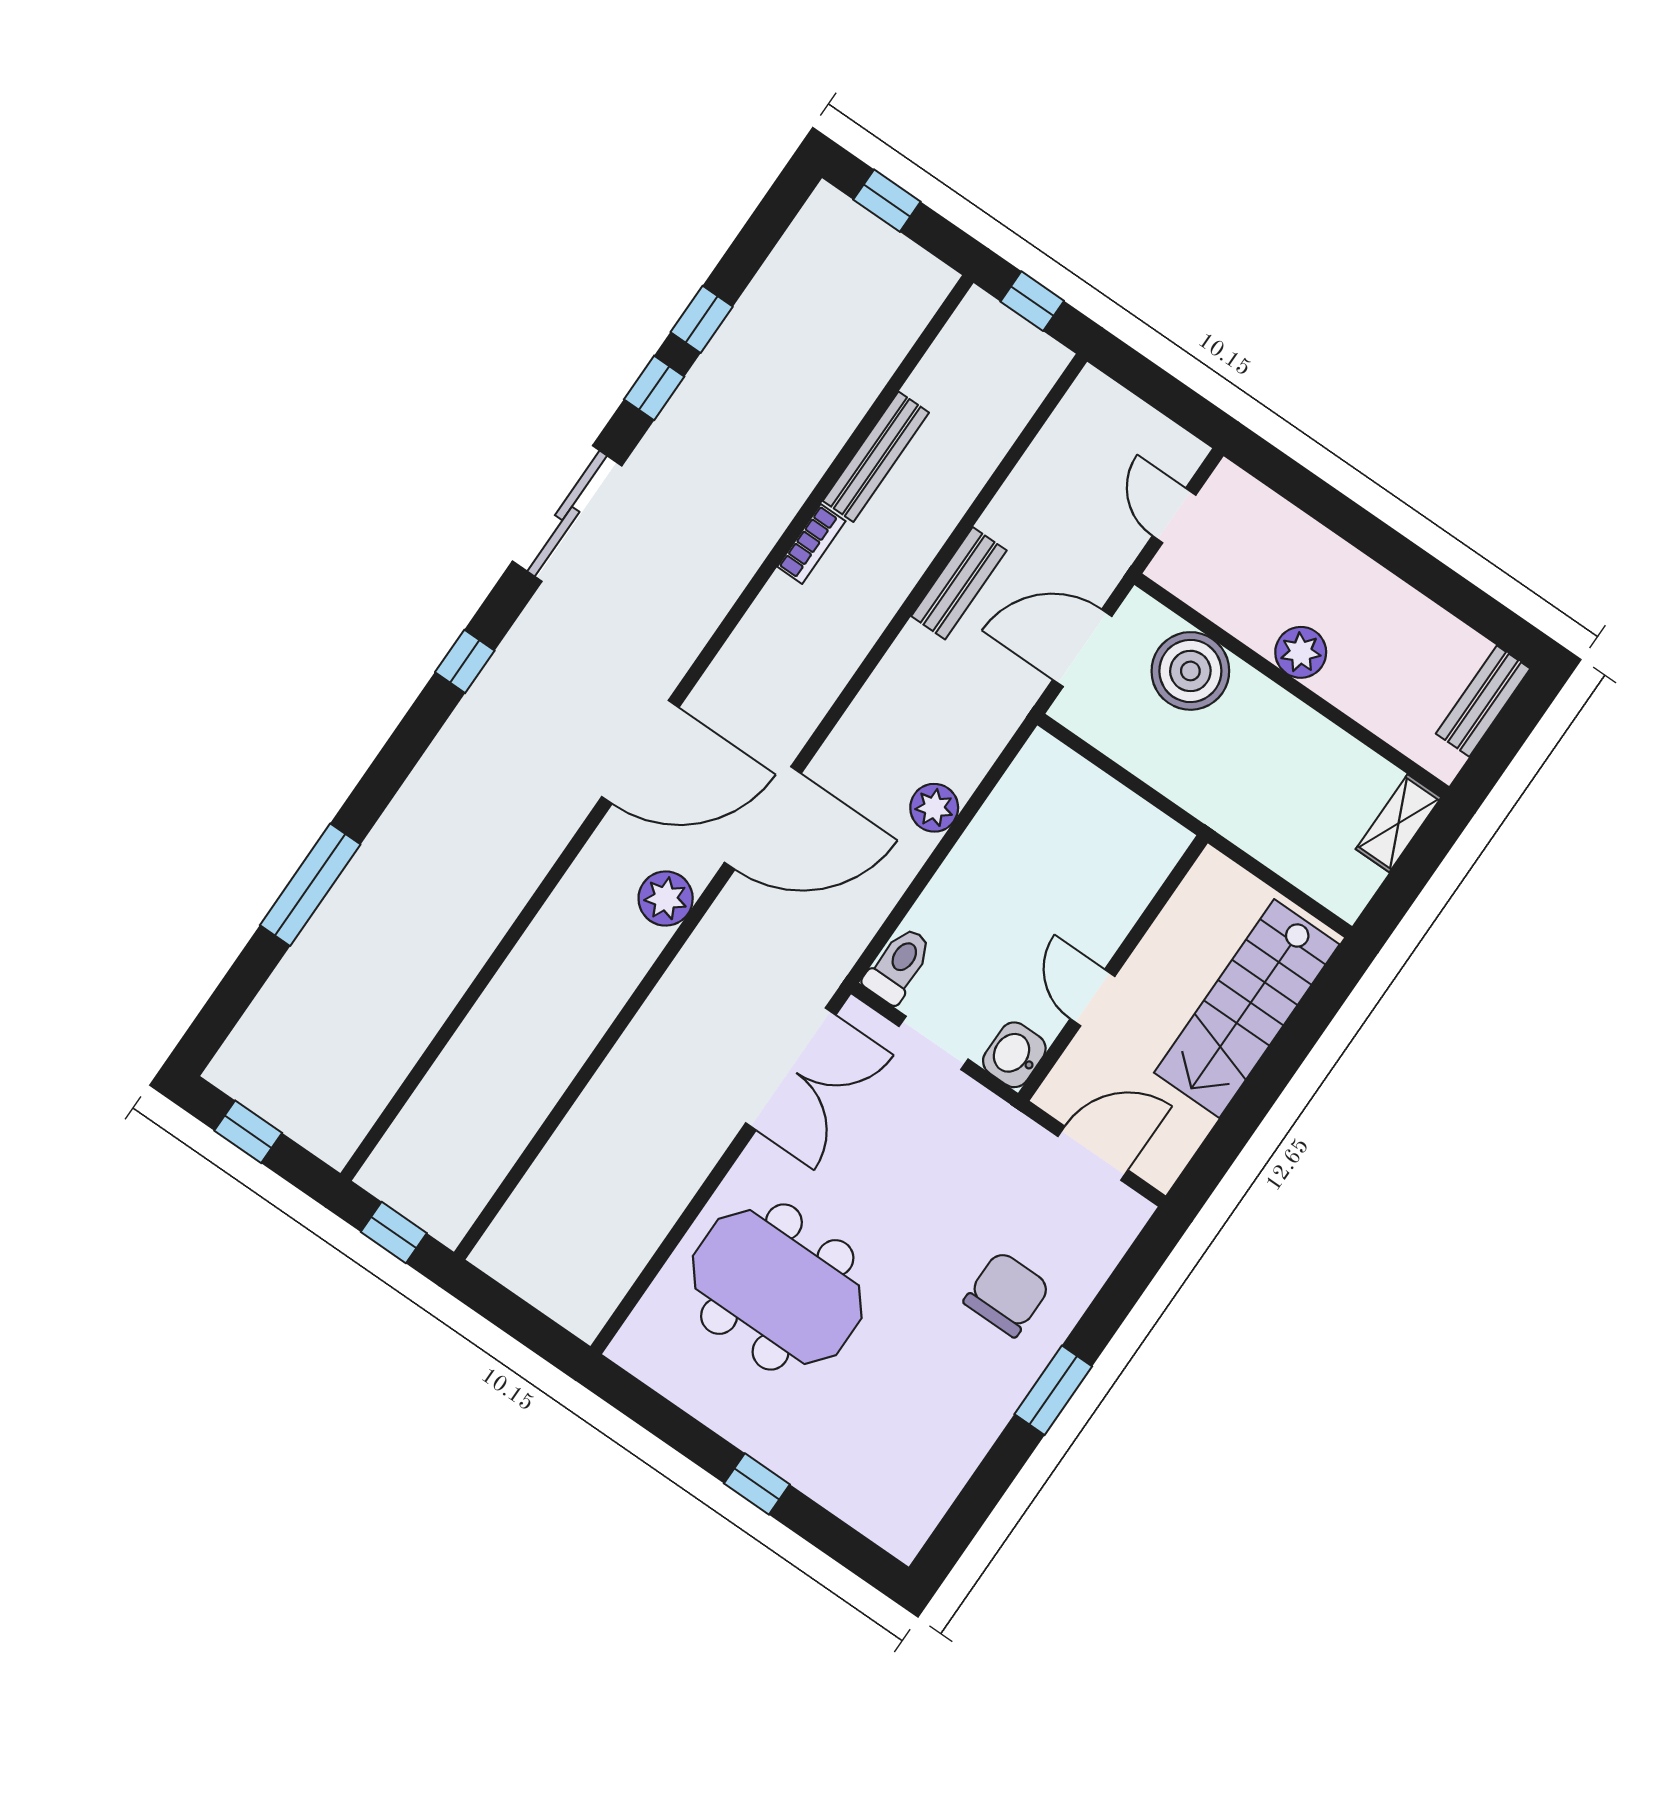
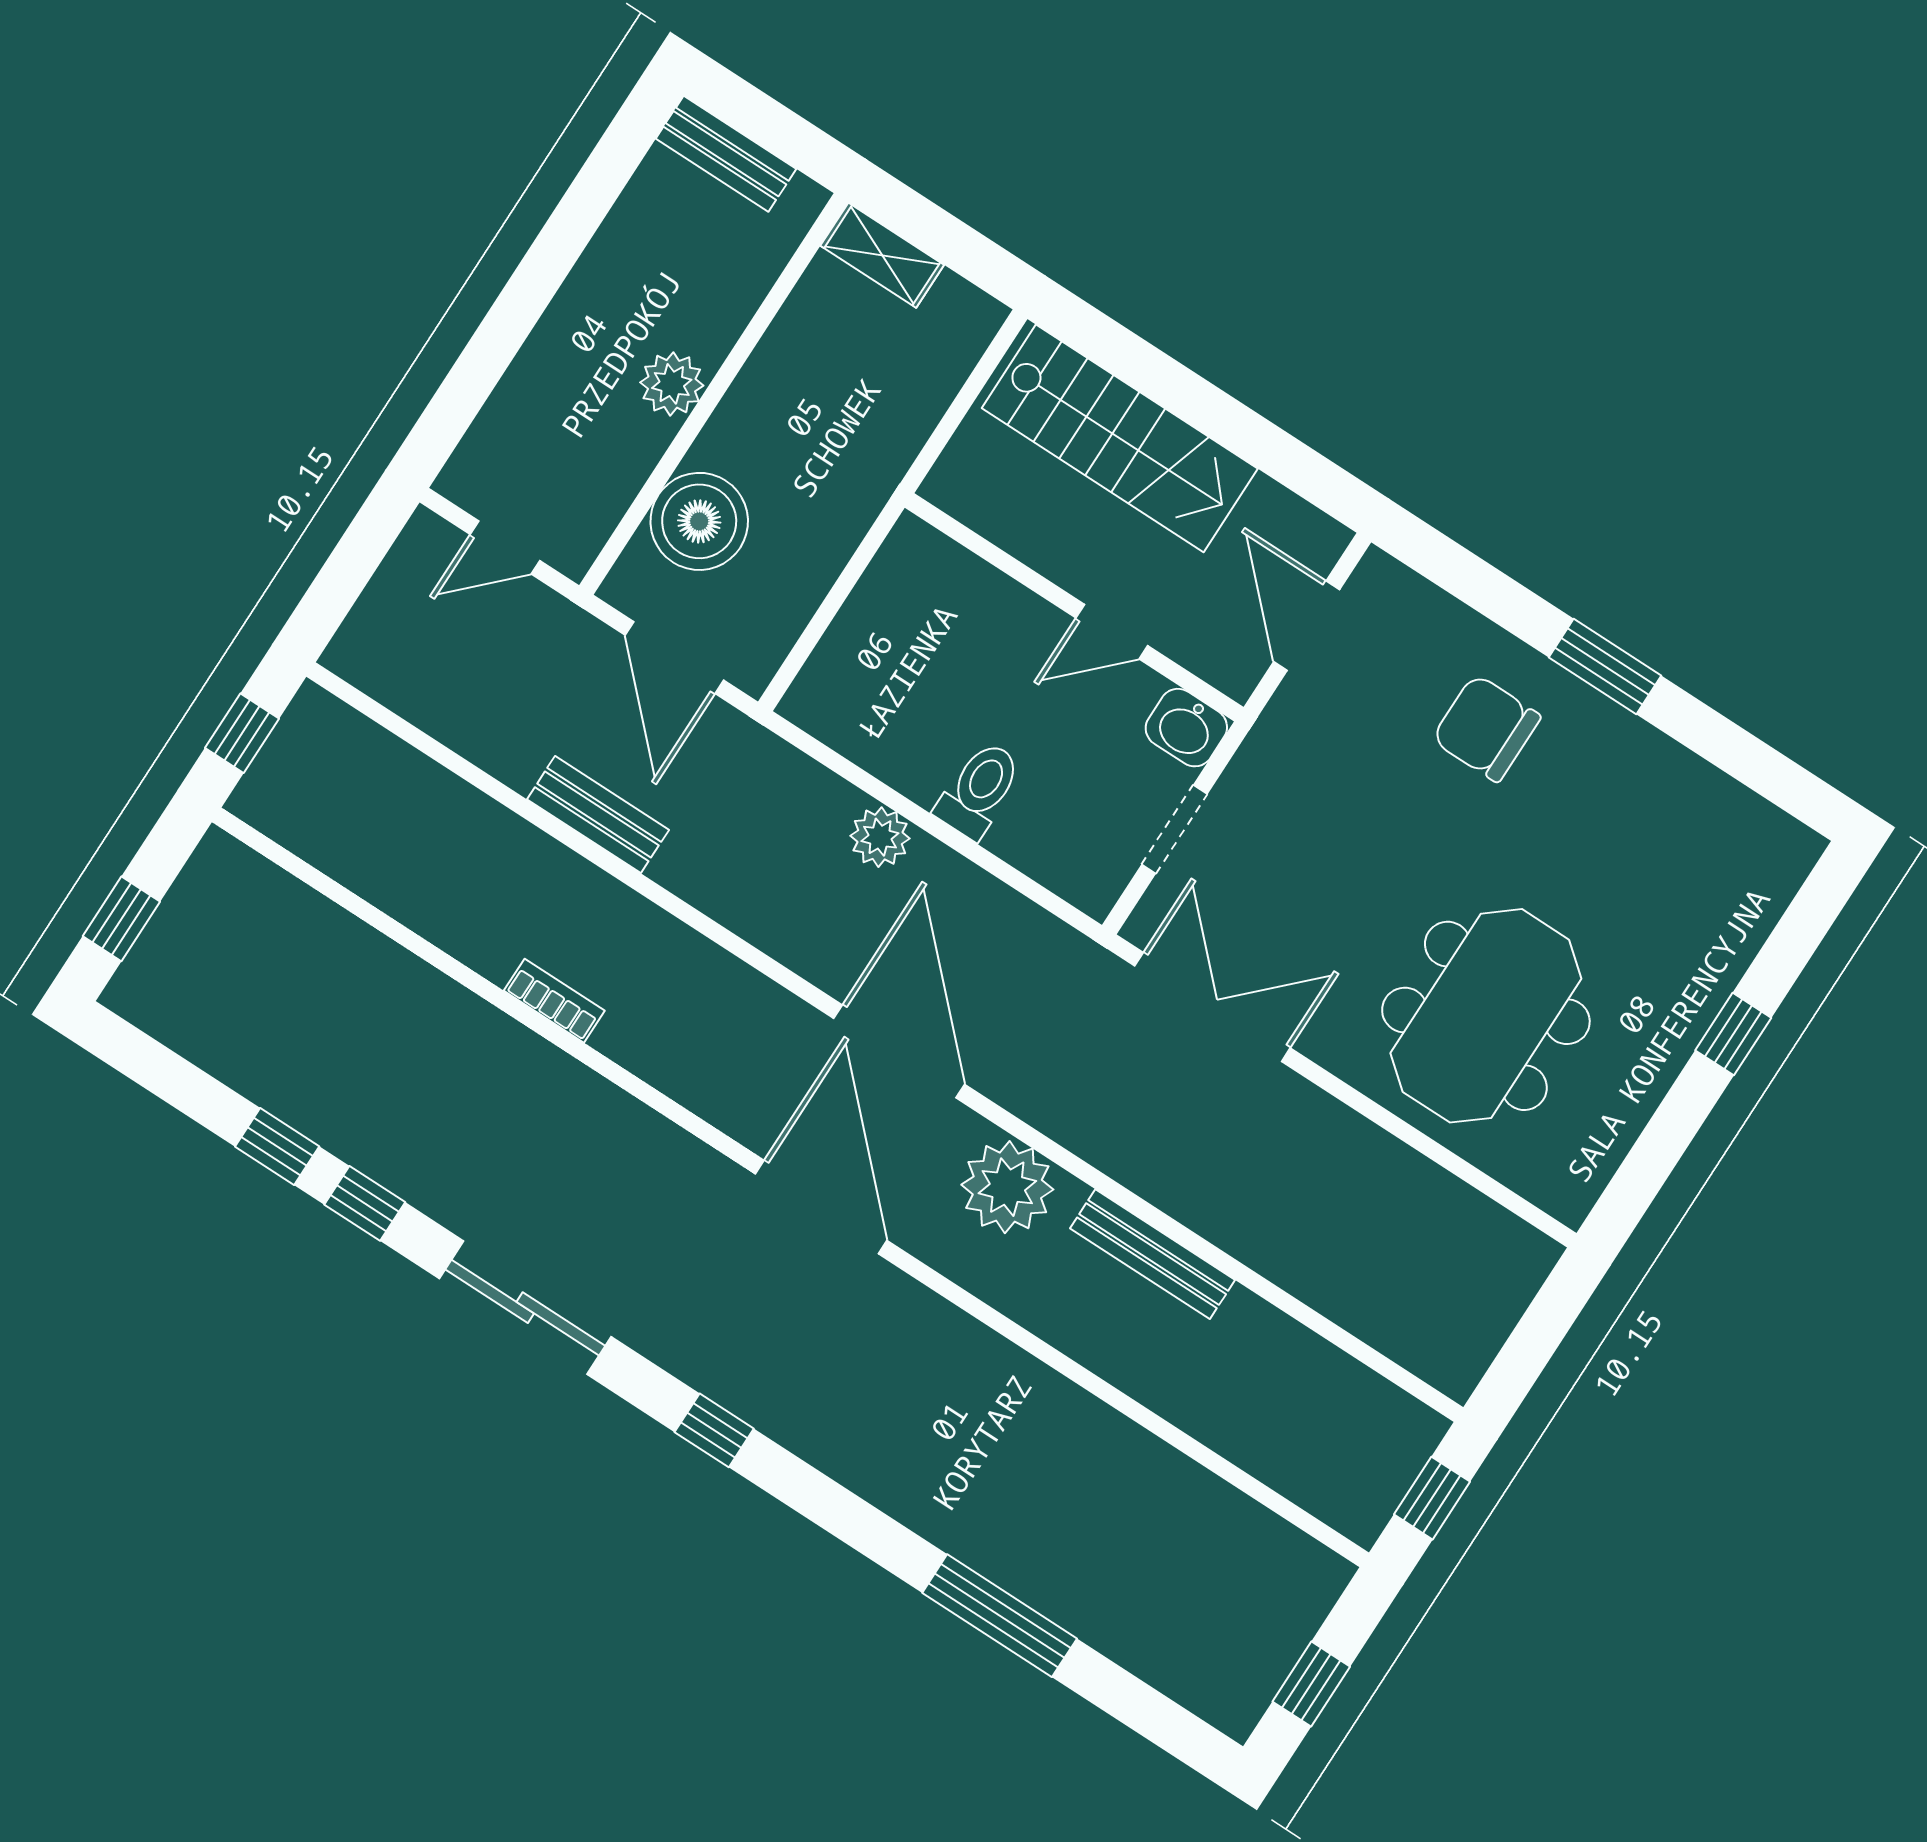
bench: (876, 457) -> (1153, 1254), moved
plant: (666, 899) -> (1007, 1187), width x1.36, depth x1.36
toilet: (898, 965) -> (979, 790), moved, turned 90

